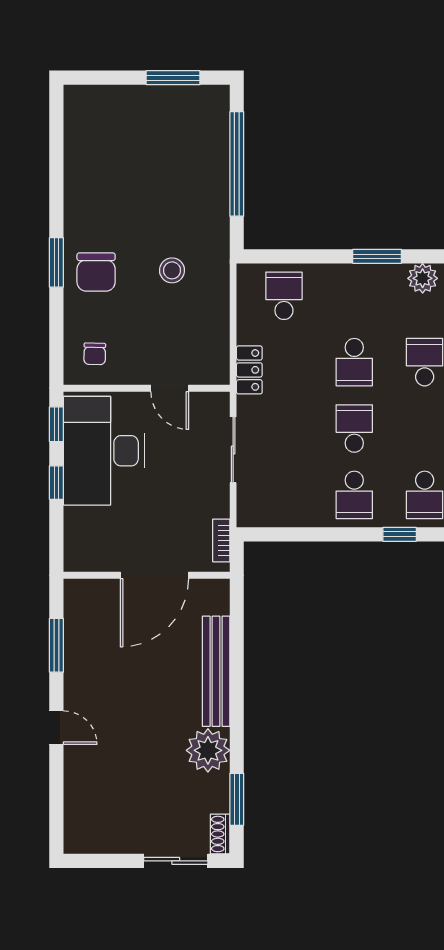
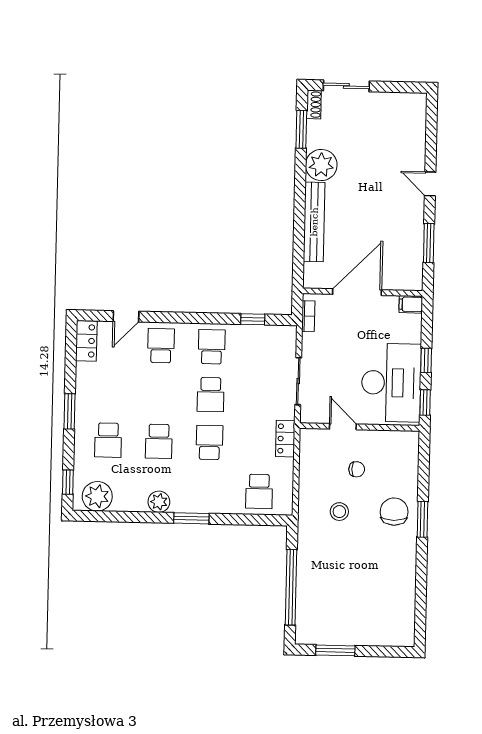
chair: (95, 354) -> (357, 469), moved, turned 89
window: (400, 534) -> (253, 319), moved
filing cabinet: (79, 560) -> (411, 304), added

